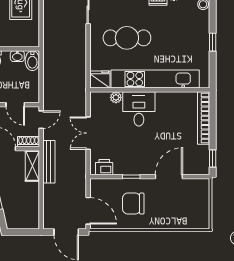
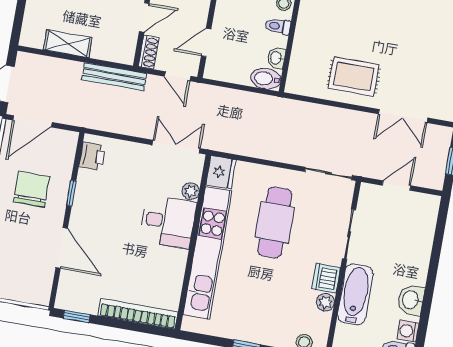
double door: (88, 133) -> (176, 147), moved
shelving: (32, 166) -> (68, 44), moved

